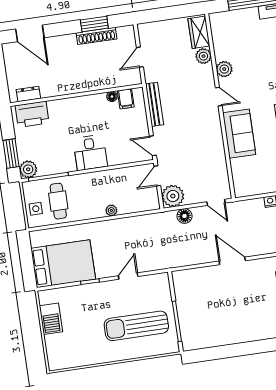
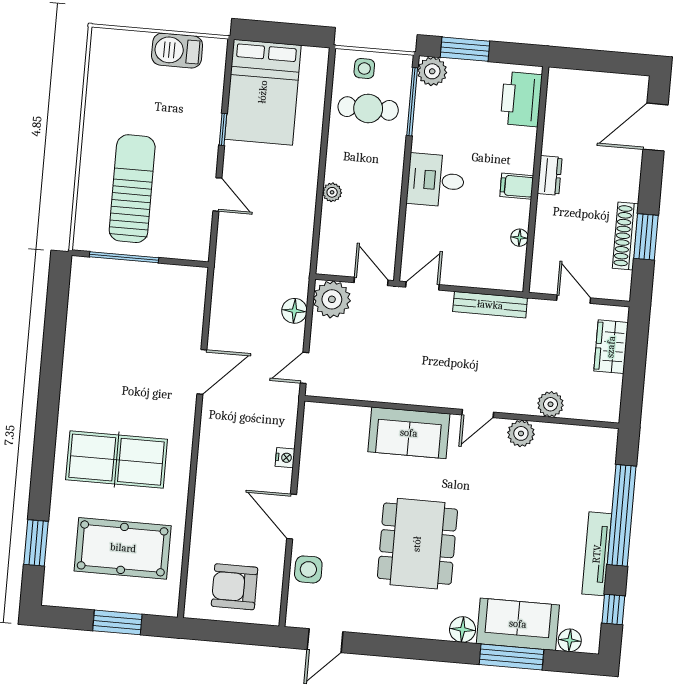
wardrobe: (199, 32) -> (611, 347), moved, turned -90
dresser: (28, 94) -> (550, 175), moved
filing cabinet: (126, 99) -> (517, 186), moved

